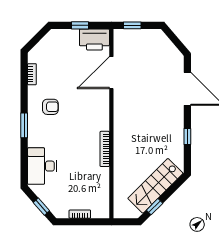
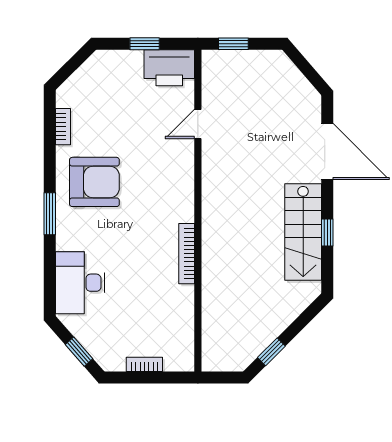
door: (111, 73) -> (198, 124), width x0.53
armchair: (50, 107) -> (94, 182), width x1.88, depth x1.88
stairs: (155, 186) -> (303, 232), moved, turned -45

